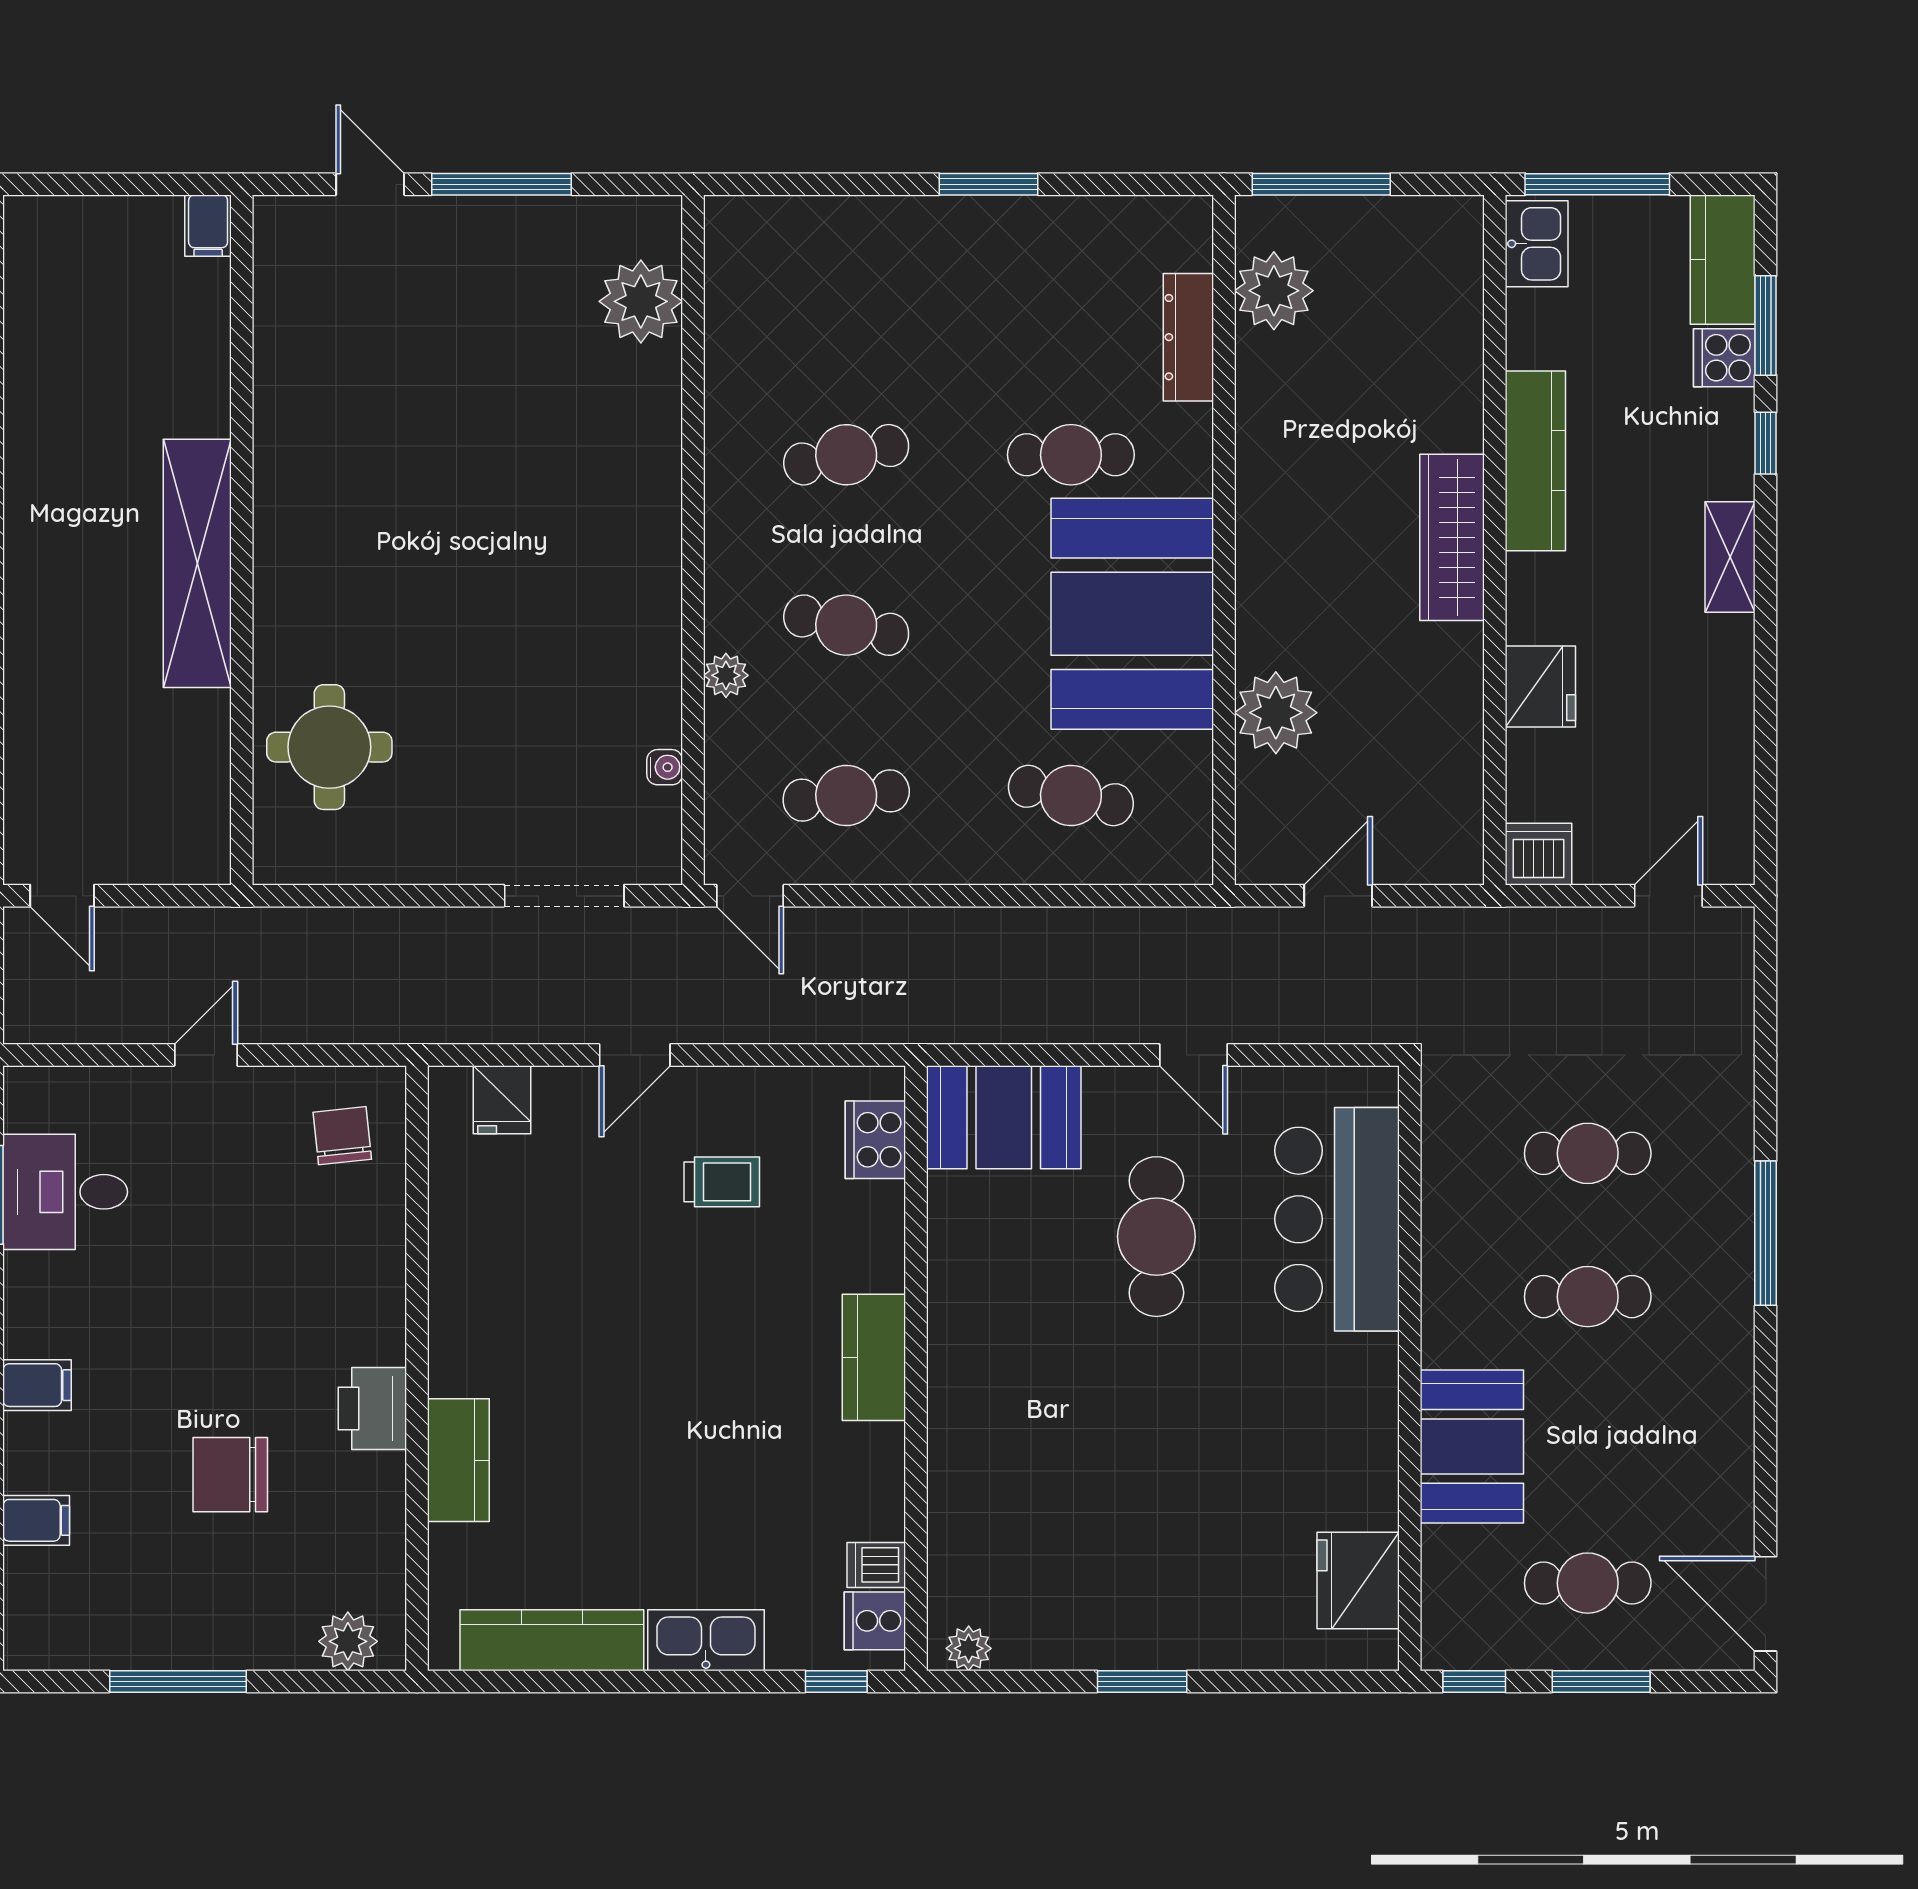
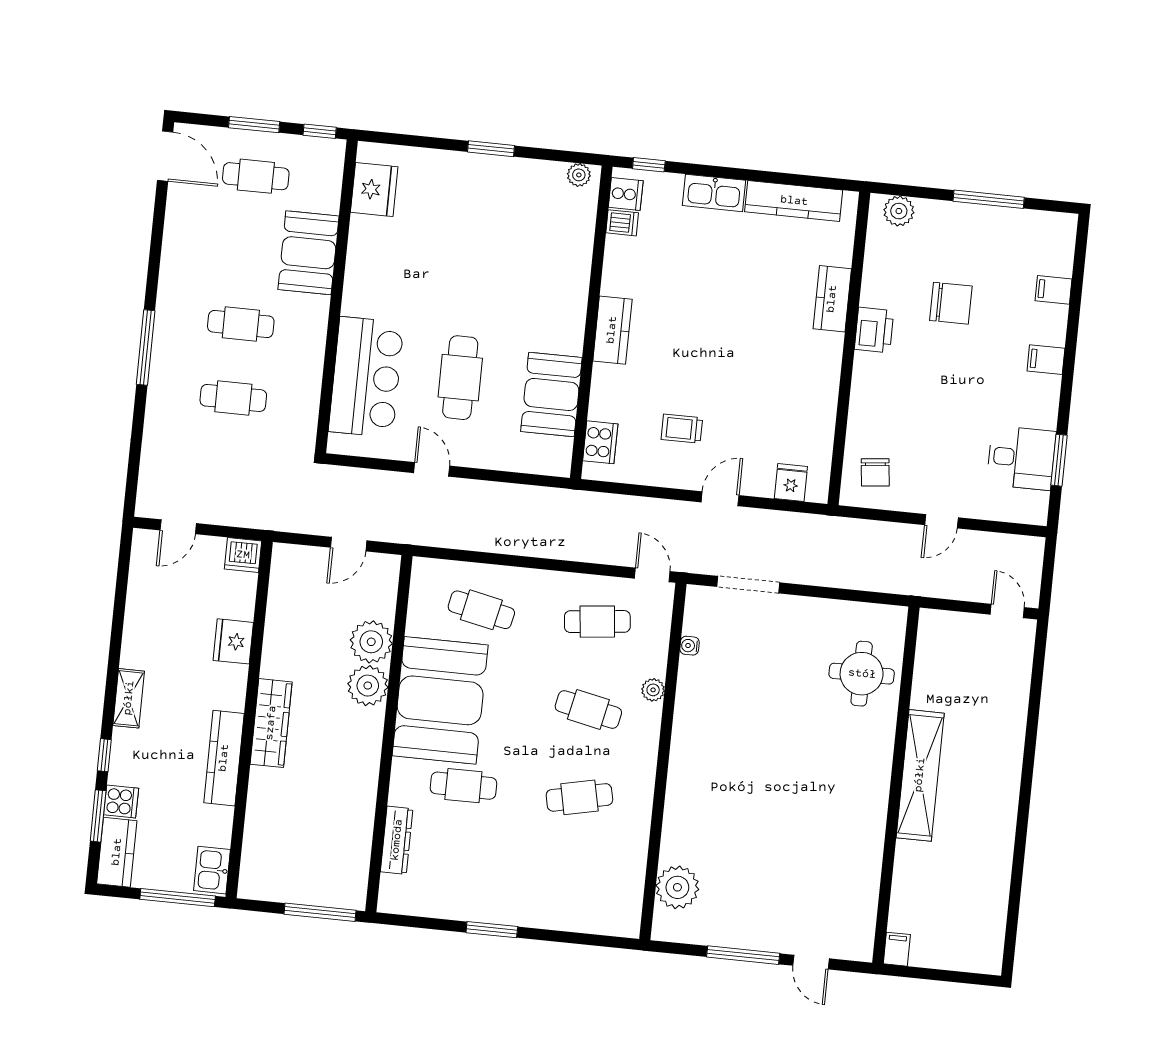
plant: (1274, 291) -> (368, 686), moved
booth: (1004, 1117) -> (551, 394), moved, turned 90

